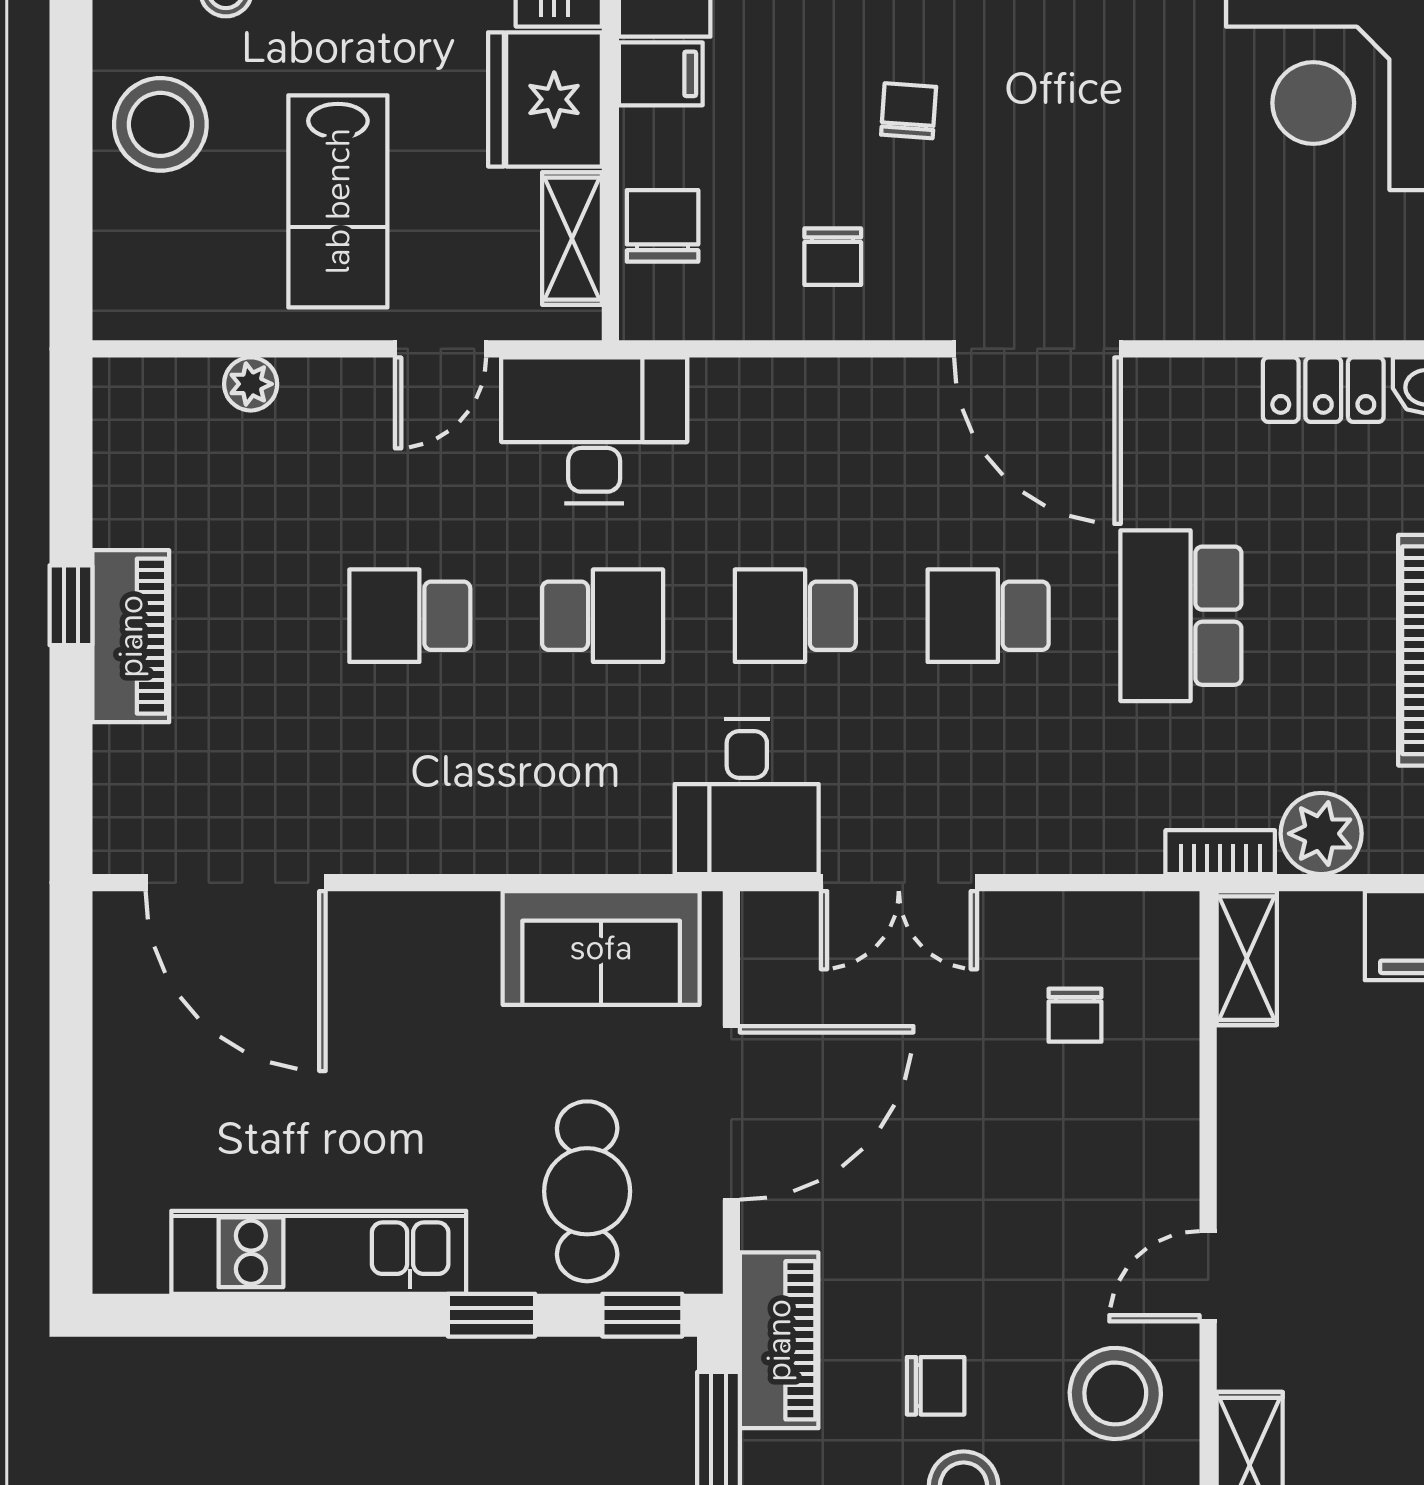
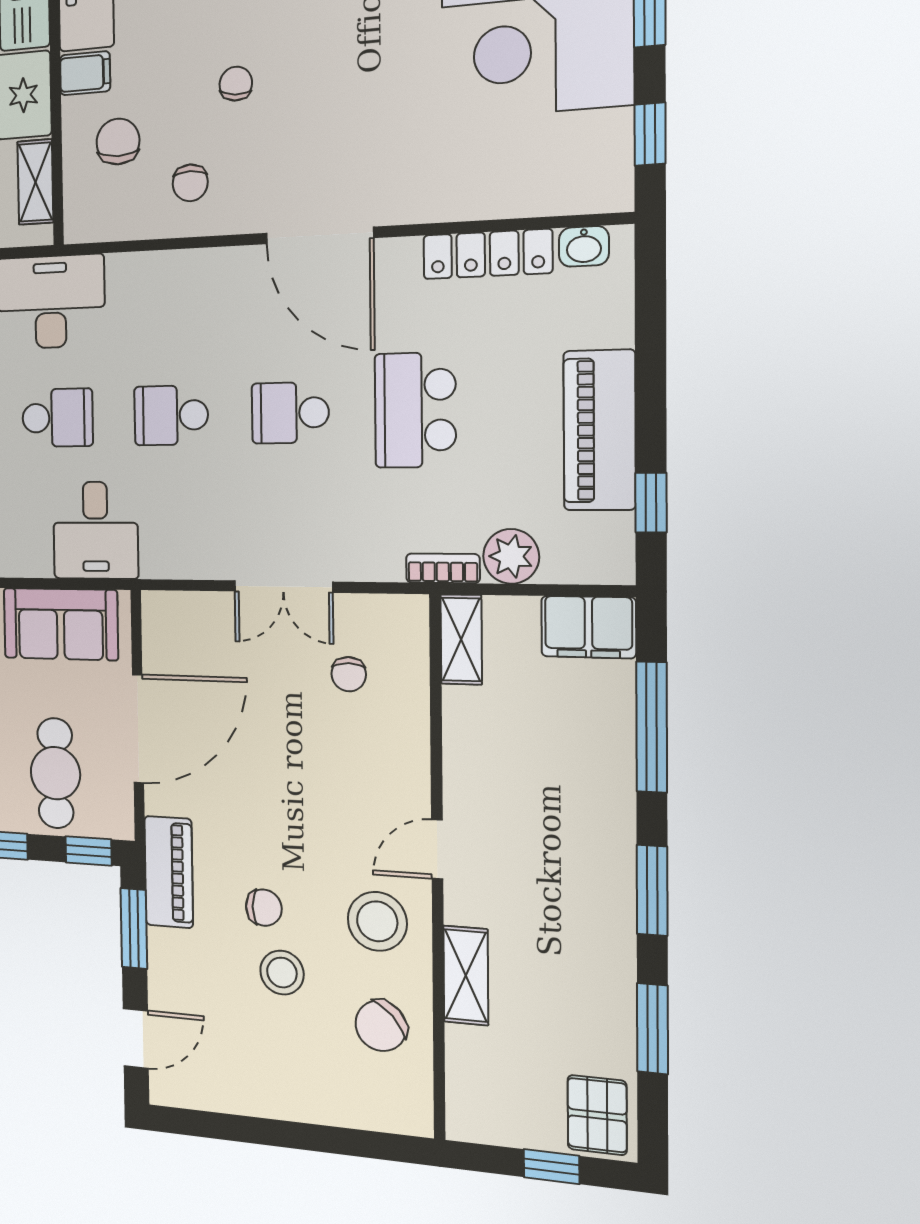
chair: (663, 226) -> (118, 142), moved
locker: (1323, 390) -> (487, 254), width x1.53
desk: (747, 796) -> (95, 530), moved
double door: (899, 883) -> (283, 587), moved

